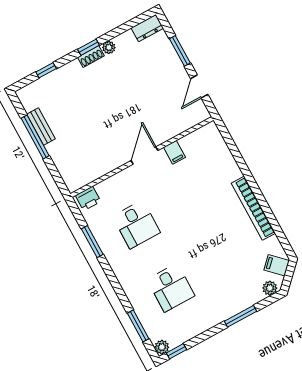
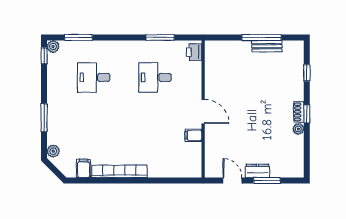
dresser: (147, 28) -> (257, 171), moved, turned 90
filing cabinet: (277, 265) -> (84, 168), moved, turned -45

